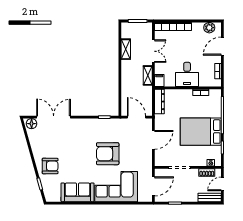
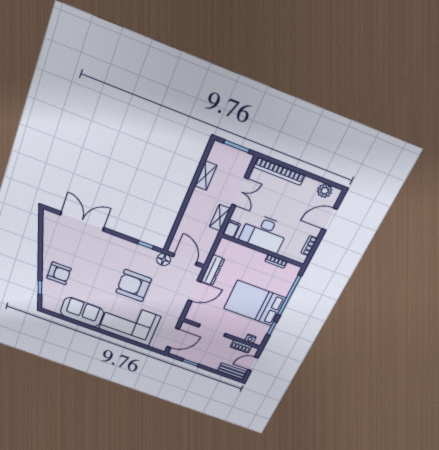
desk: (187, 74) -> (264, 233), width x1.37
dresser: (159, 102) -> (213, 270), moved
floor lamp: (32, 124) -> (164, 260), moved

